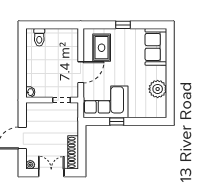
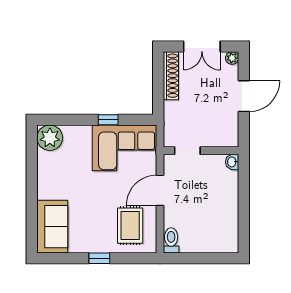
toilet: (39, 37) -> (171, 240), moved
plant: (158, 89) -> (50, 138), moved

